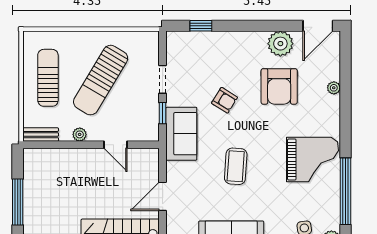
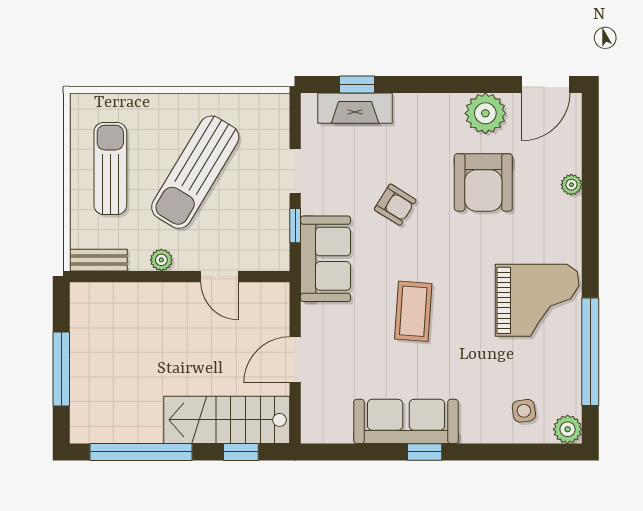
fireplace: (200, 40) -> (355, 108), added

